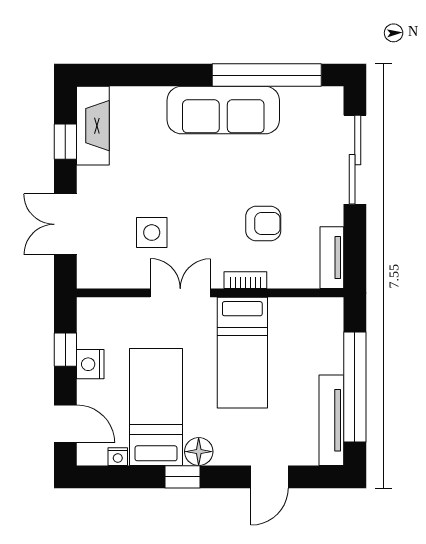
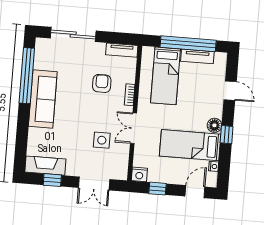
bed: (242, 353) -> (166, 76), moved, turned 90
nightstand: (90, 364) -> (139, 174), moved
tv unit: (331, 420) -> (197, 56), width x0.71

